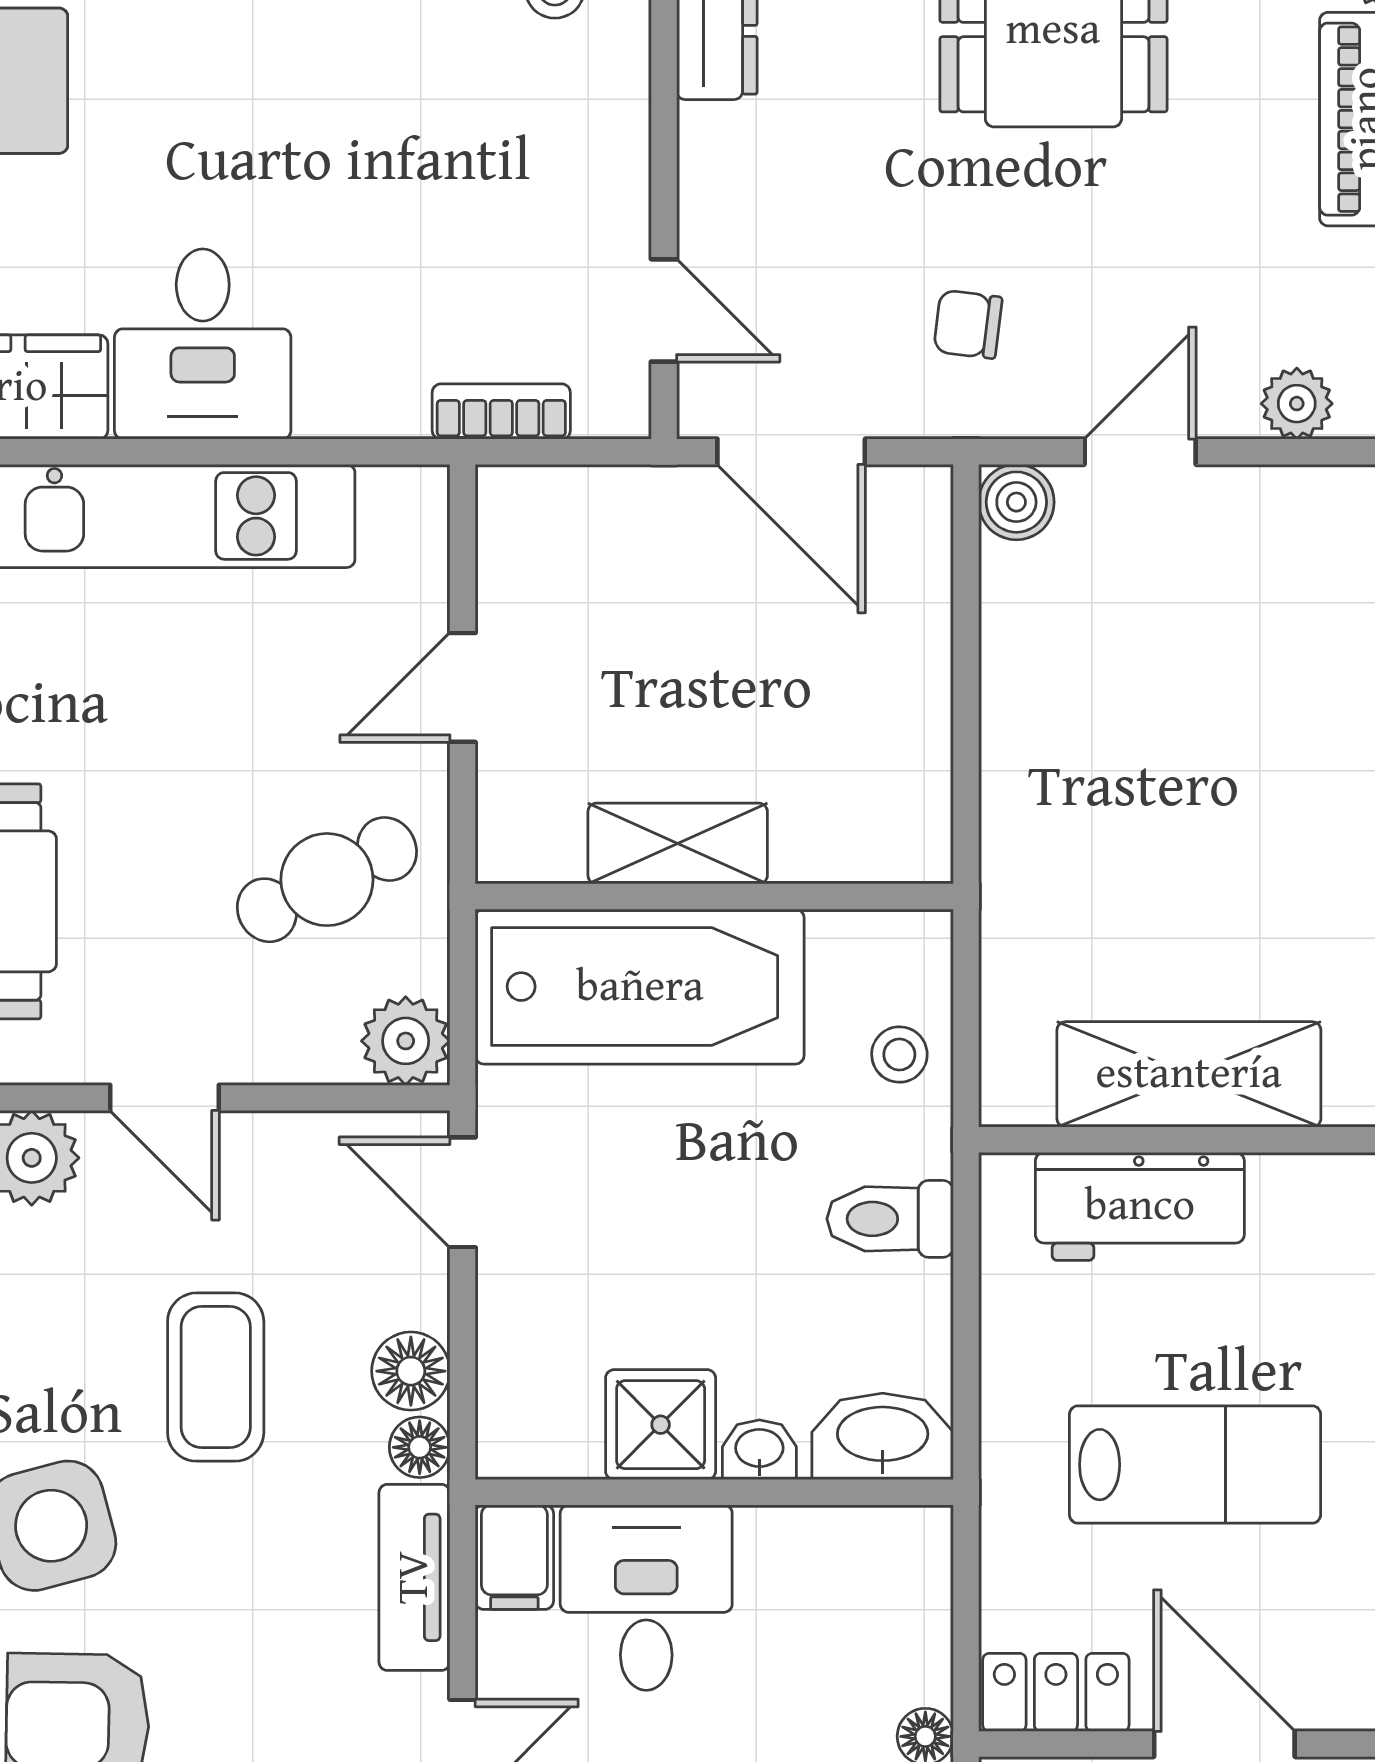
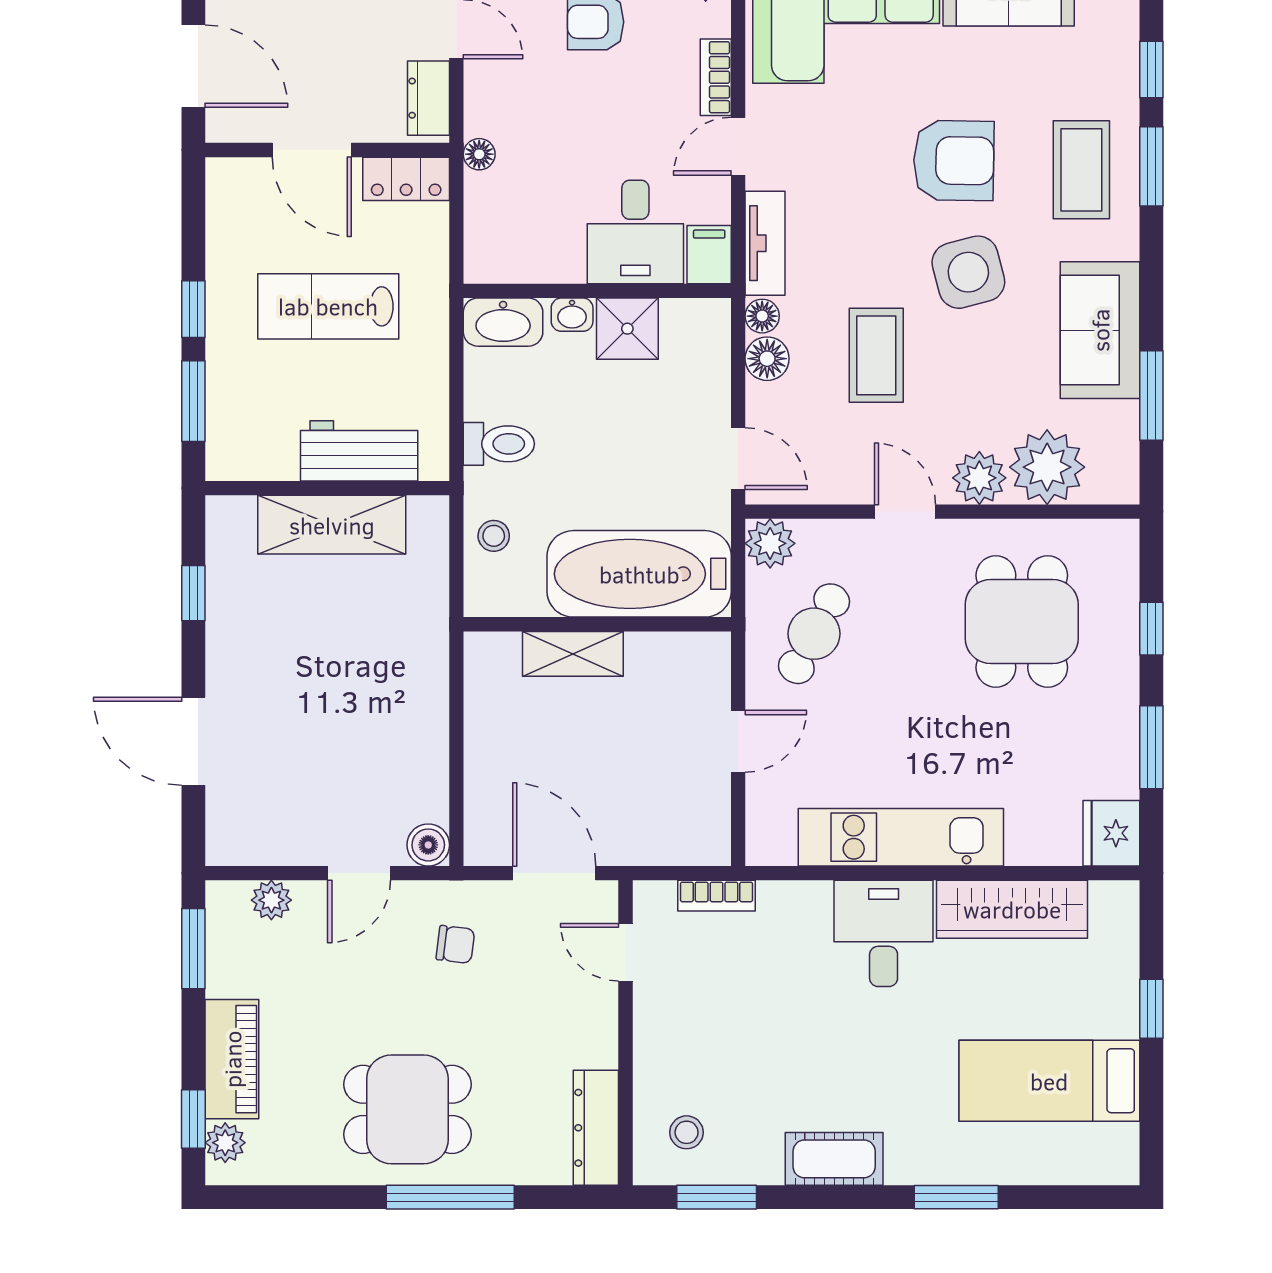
shelving: (678, 843) -> (573, 654), moved
cafe table: (327, 880) -> (814, 634), turned -35

